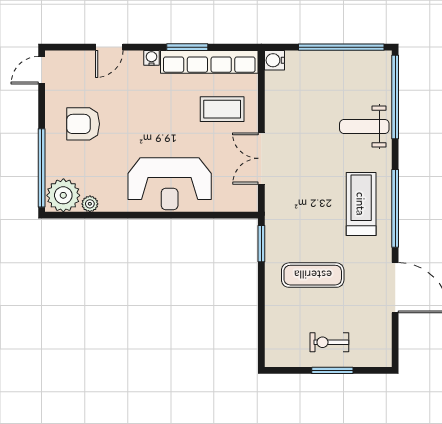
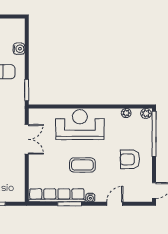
water cooler: (275, 60) -> (19, 49), moved
coffee table: (222, 109) -> (82, 165), moved
armchair: (83, 124) -> (130, 159), turned 180
plant: (63, 195) -> (146, 113), width x0.53, depth x0.53

